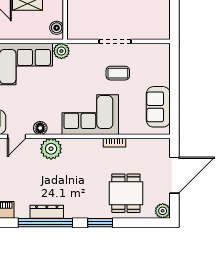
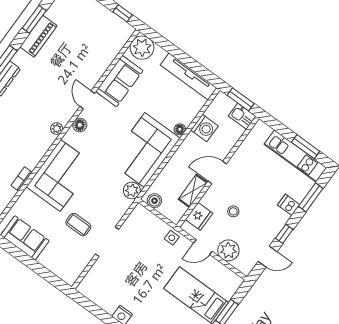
coffee table: (118, 73) -> (78, 225), turned 90
plant: (51, 149) -> (57, 129), width x0.53, depth x0.53

